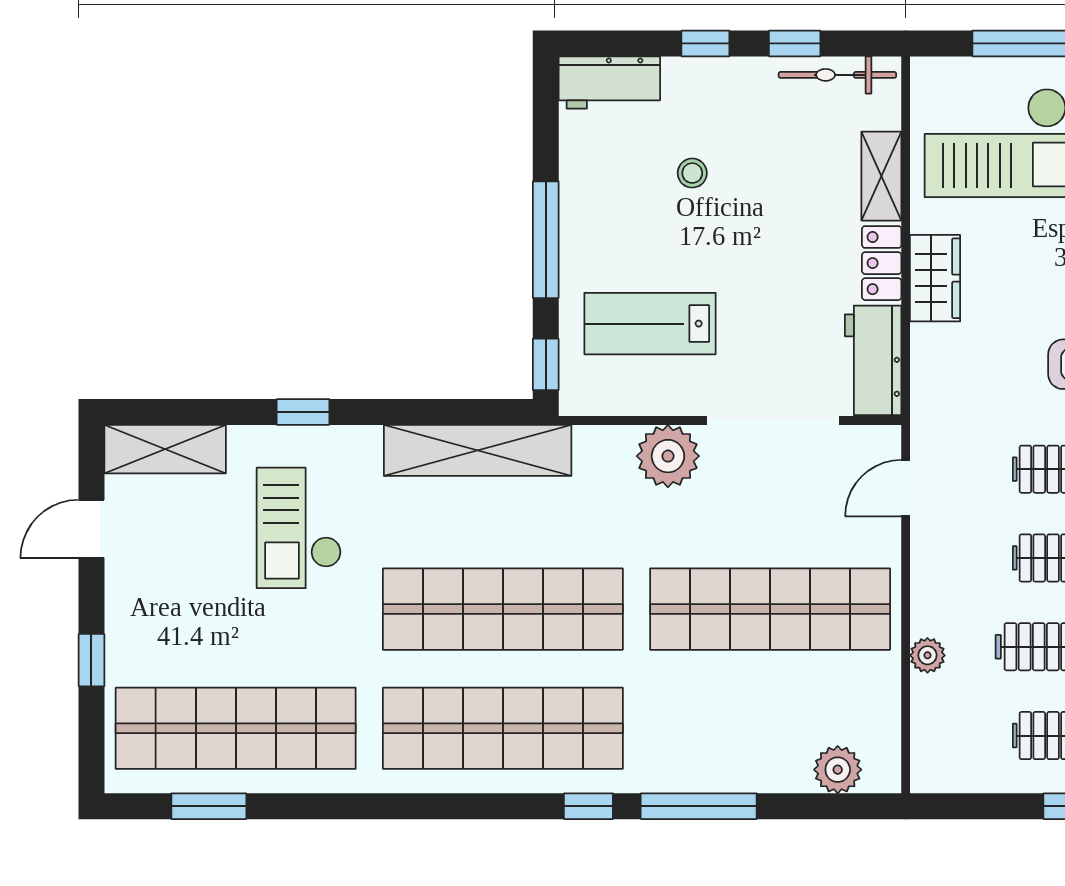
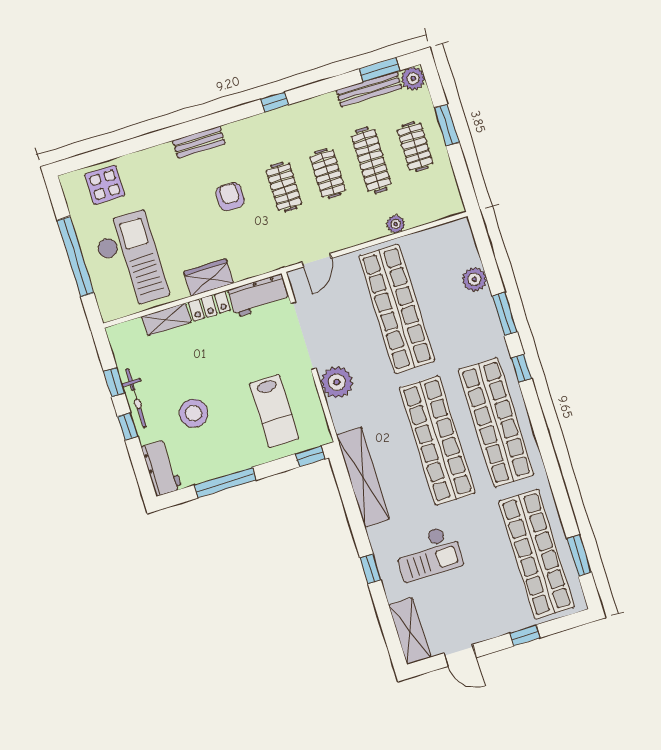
bicycle: (837, 75) -> (136, 398), moved
stool: (692, 173) -> (194, 413), width x1.89, depth x1.89
window: (546, 240) -> (225, 483), moved
door: (906, 488) -> (317, 260), hinge flipped
plant: (838, 770) -> (474, 279), moved
window: (699, 806) -> (505, 314), width x0.69

